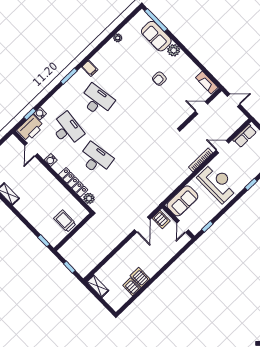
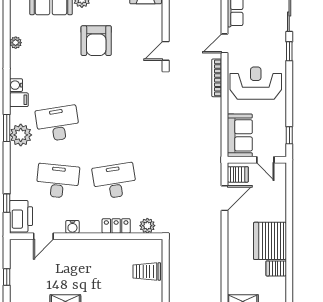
armchair: (159, 79) -> (96, 41), width x1.88, depth x1.88
plant: (72, 87) -> (21, 135), added
door: (201, 108) -> (166, 51), moved
water cooler: (40, 114) -> (16, 85), moved
door: (31, 150) -> (43, 236), hinge flipped
locker: (73, 182) -> (116, 226), width x0.66
door: (142, 225) -> (224, 198), hinge flipped
server rack: (140, 277) -> (270, 241), width x2.18, depth x1.44

